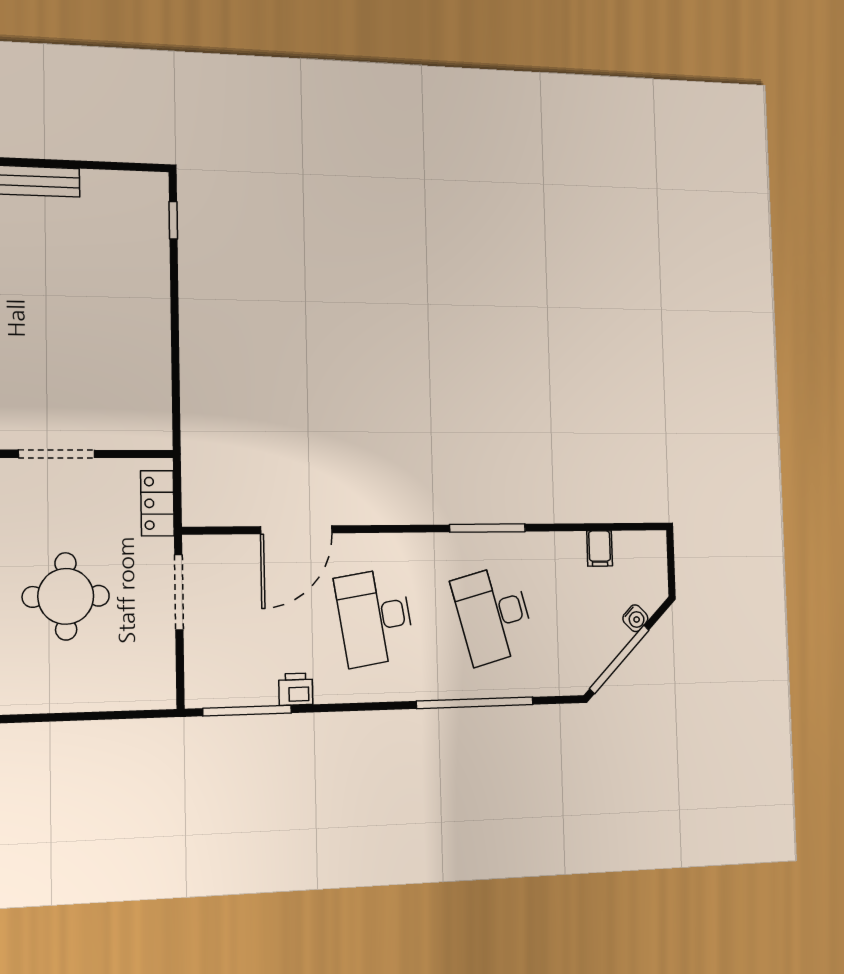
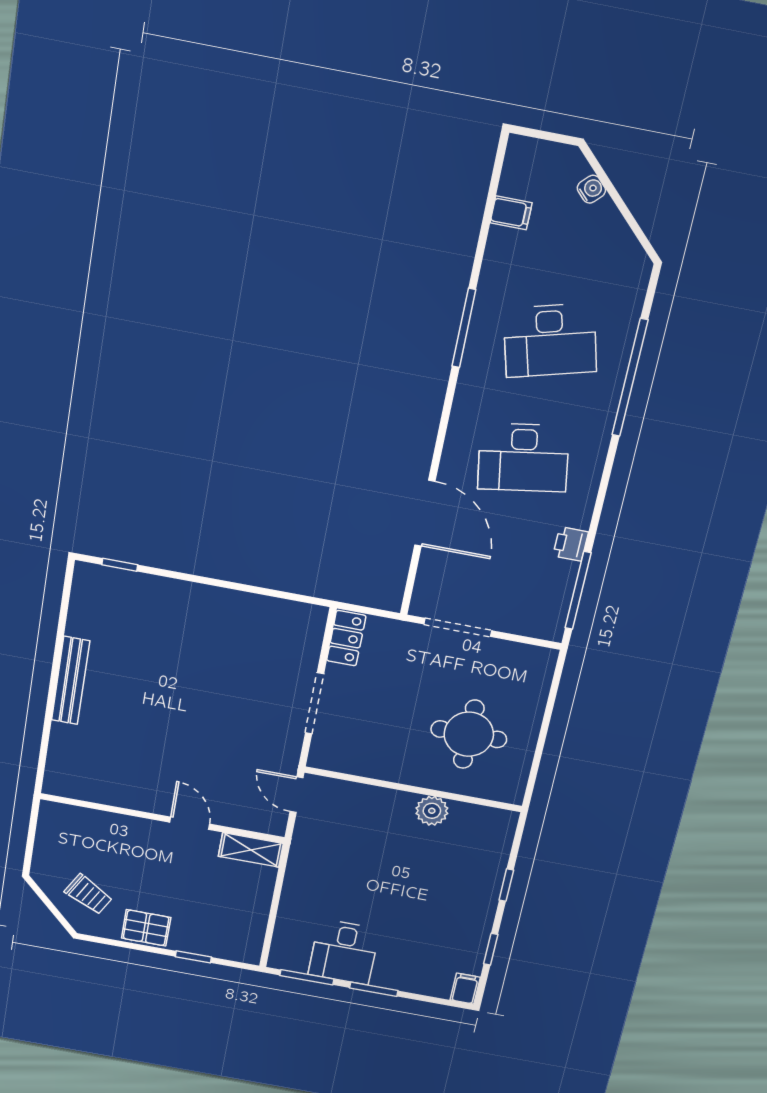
locker: (157, 503) -> (346, 638), moved, turned -90
round table: (66, 596) -> (469, 734), moved
window: (619, 659) -> (628, 217), removed

